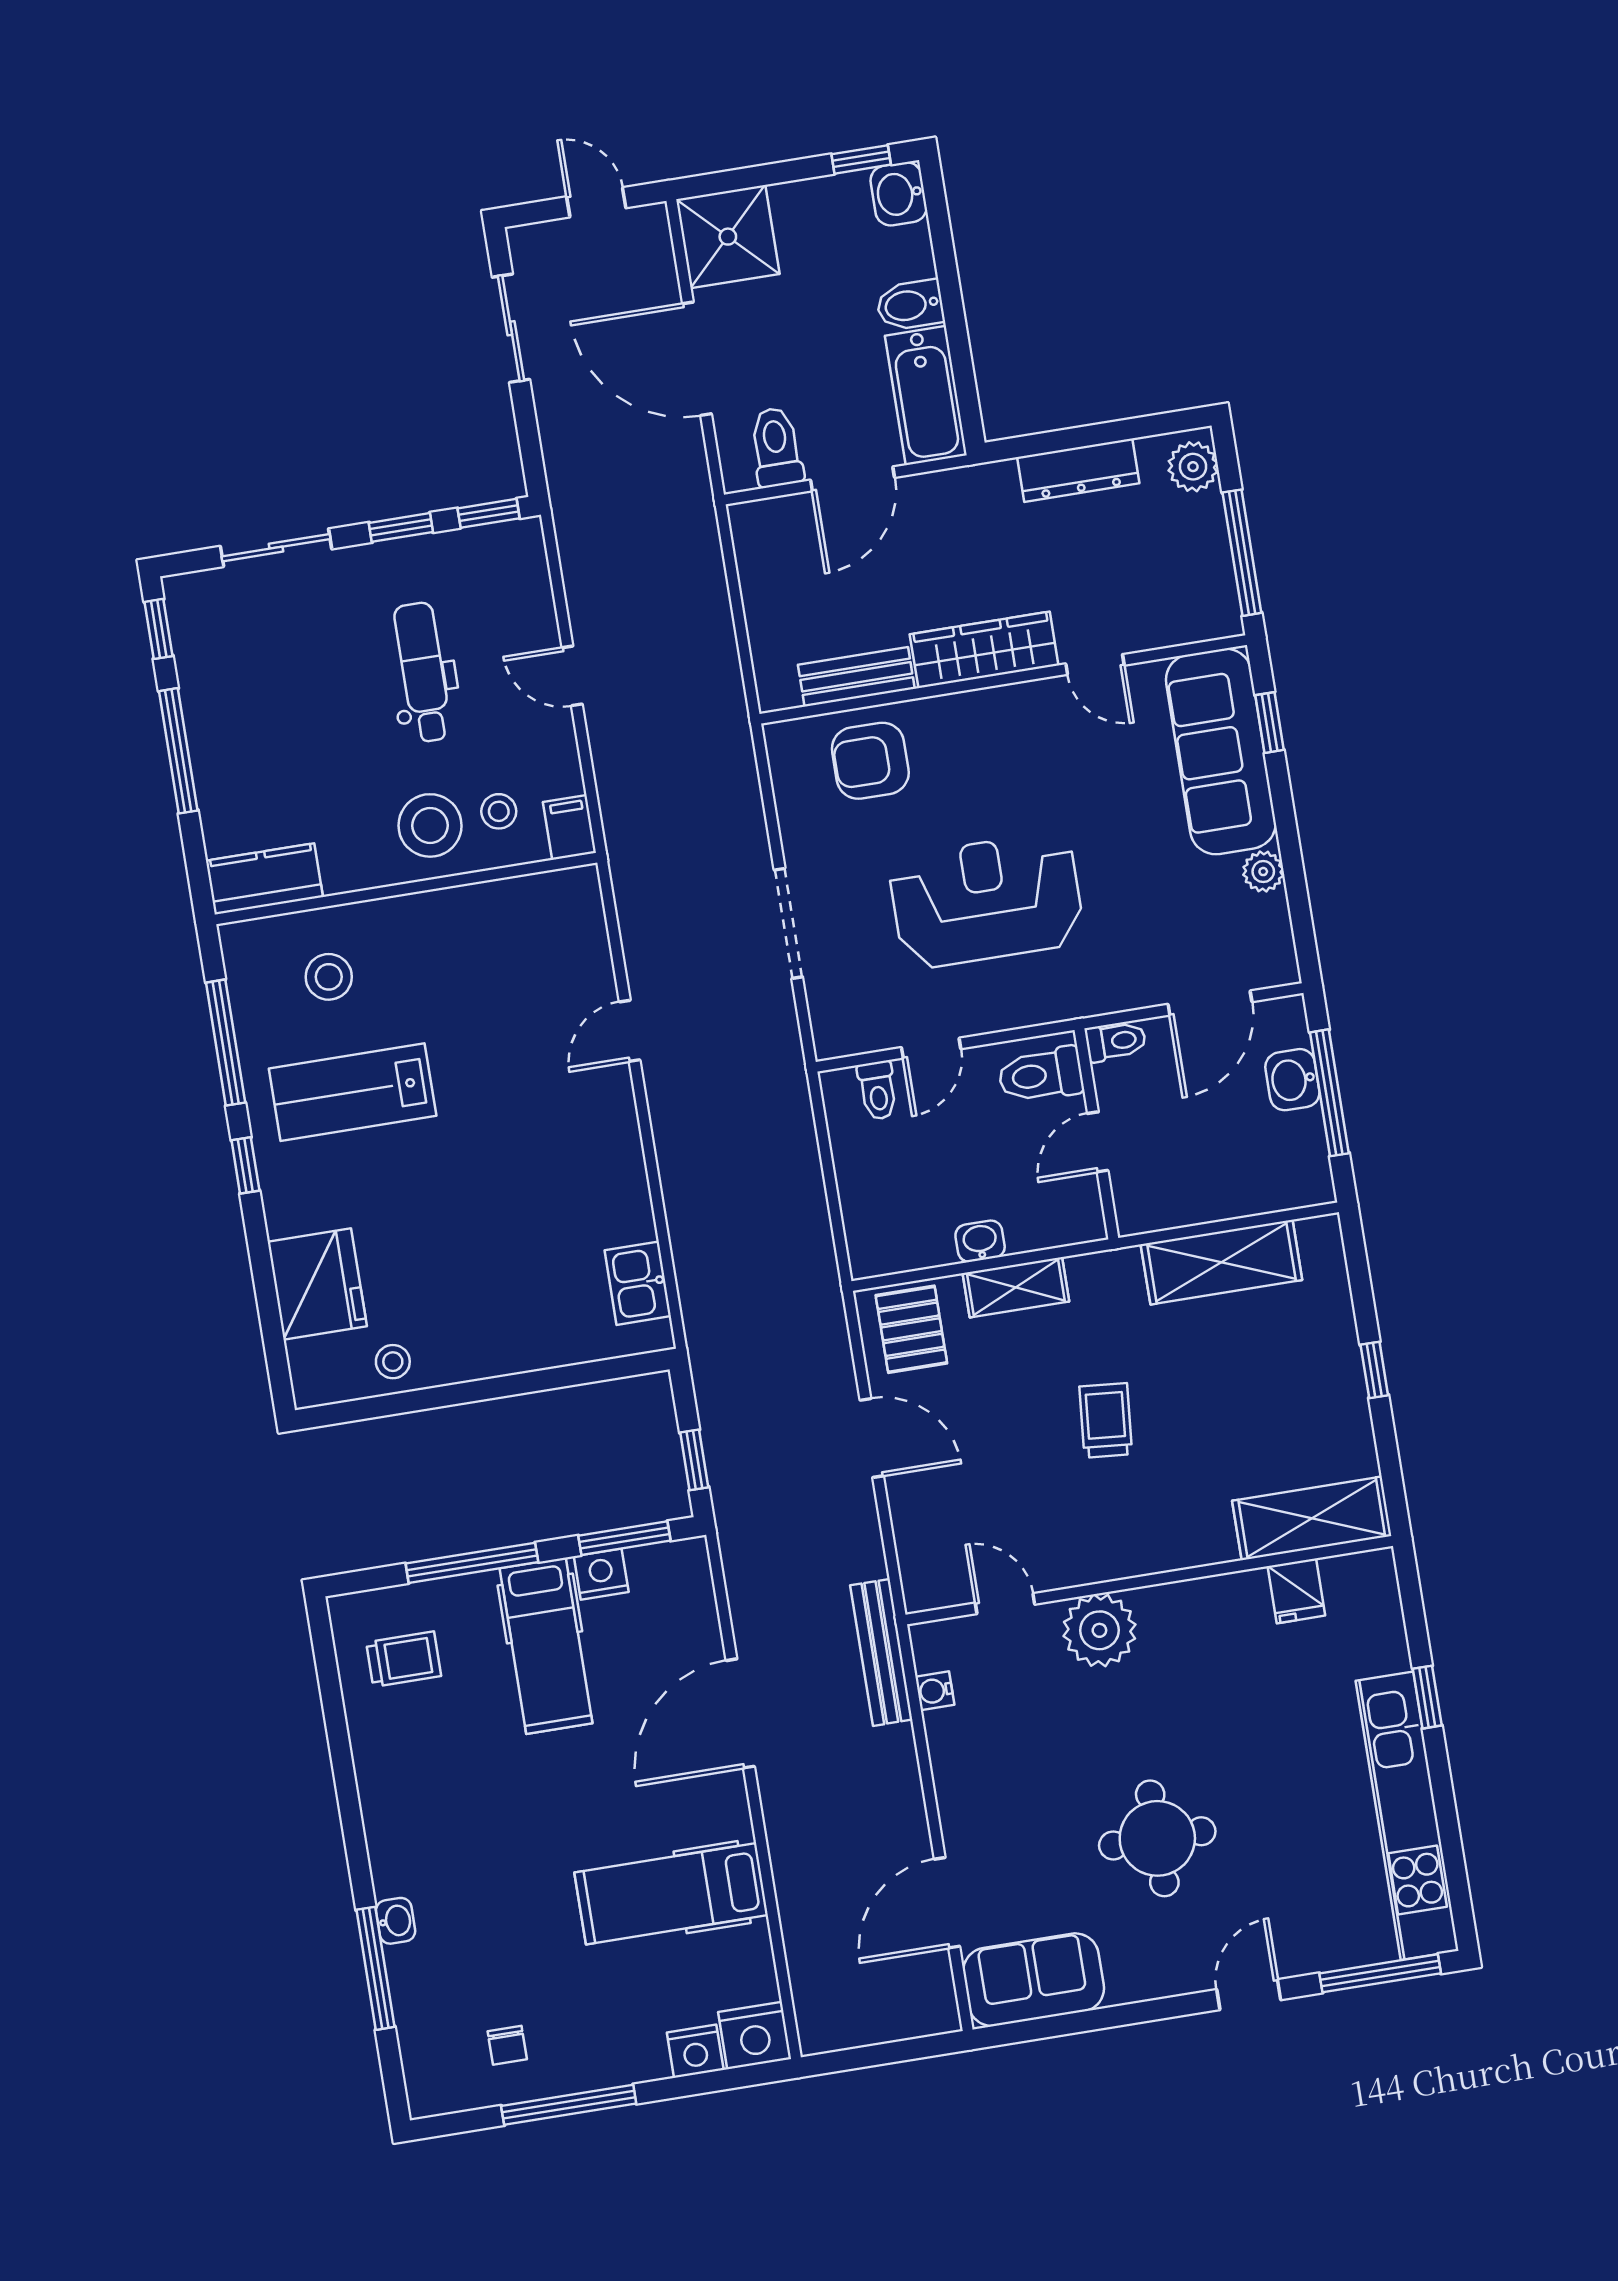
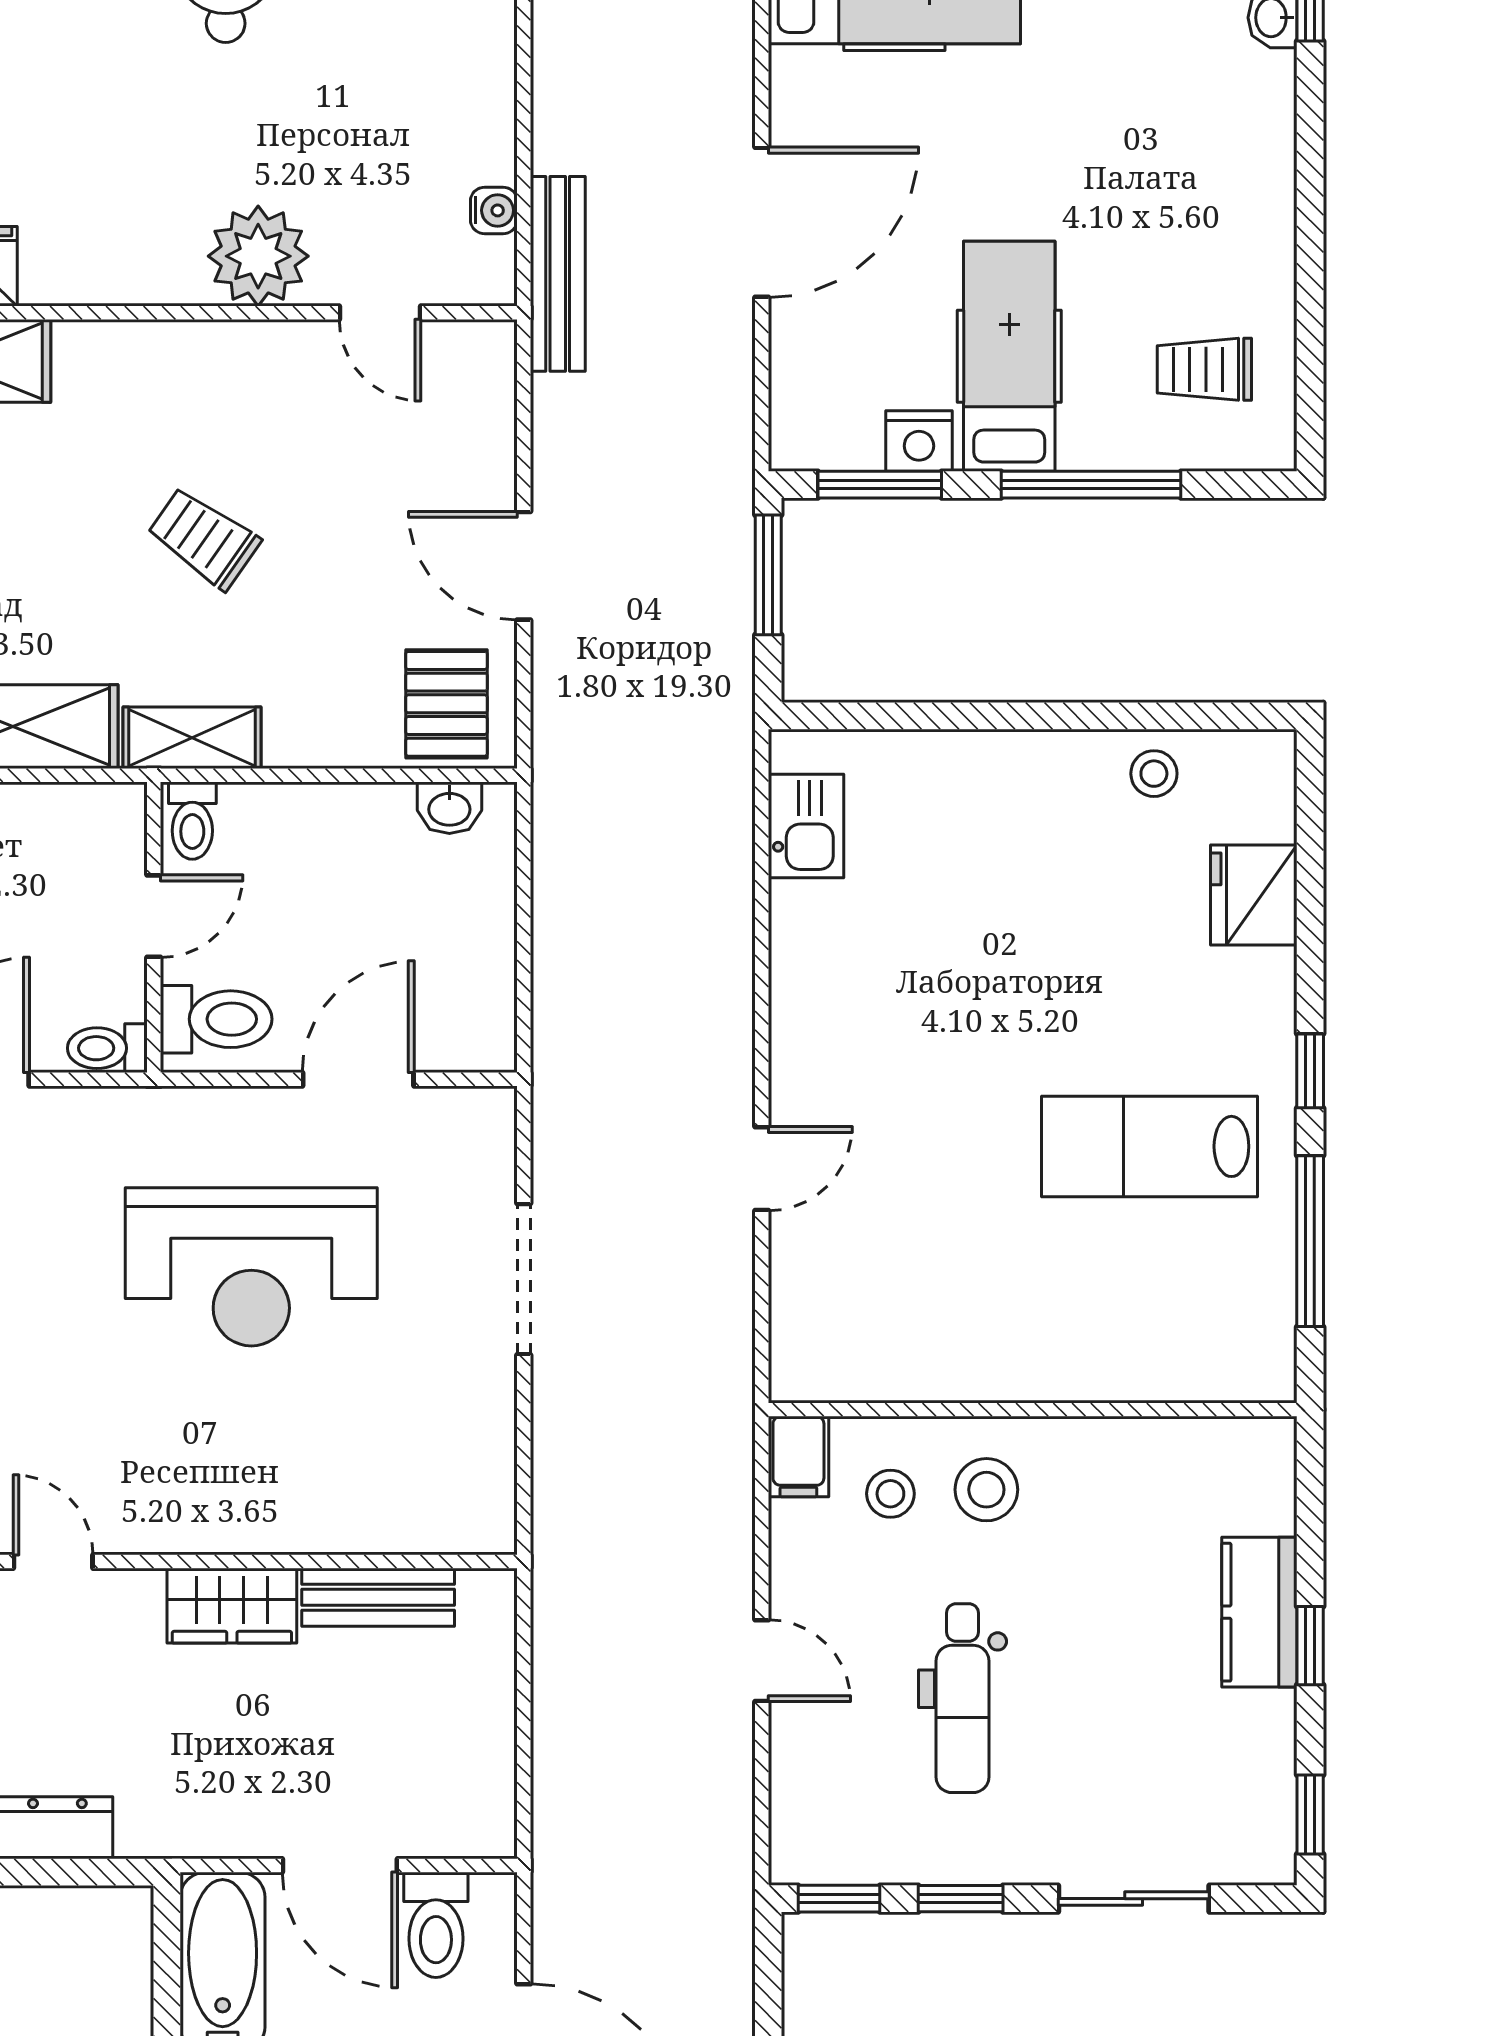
door: (853, 479) -> (340, 1866), swing flipped
wardrobe: (984, 650) -> (232, 1606), width x0.67
window: (178, 751) -> (1310, 1646), width x0.46
armchair: (870, 761) -> (377, 1481), removed
stool: (430, 825) -> (986, 1490), width x0.73, depth x0.73
kitchen counter: (264, 879) -> (1259, 1612), moved, turned 90
stool: (329, 977) -> (1156, 1307), removed
door: (931, 1048) -> (358, 1079), width x1.38
toilet: (878, 1090) -> (192, 821), moved, turned 180
lab bench: (353, 1092) -> (1149, 1146), turned 180
washbasin: (980, 1241) -> (449, 808), moved
fridge: (317, 1284) -> (1254, 895), width x0.73, depth x0.75
shelving: (1016, 1287) -> (192, 738), moved
trolley: (1106, 1420) -> (204, 538), turned 120
window: (694, 1460) -> (768, 575), width x1.50

